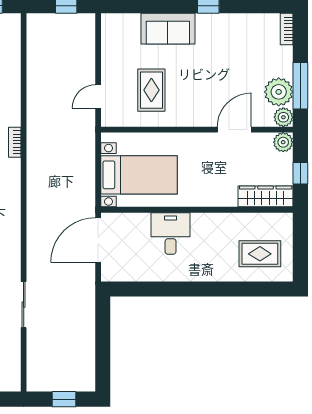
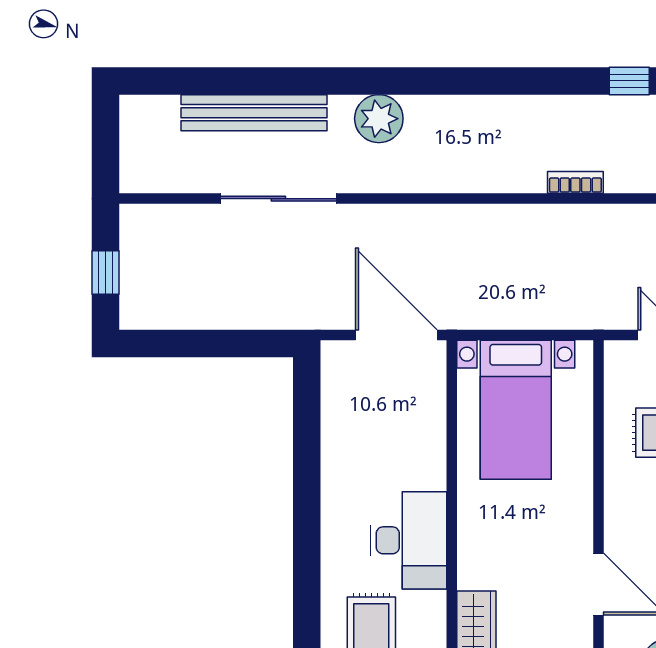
desk: (171, 234) -> (408, 540), moved, width x1.37
sliding door: (24, 305) -> (278, 199), width x1.37

